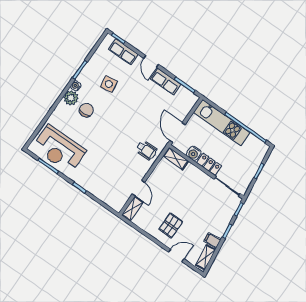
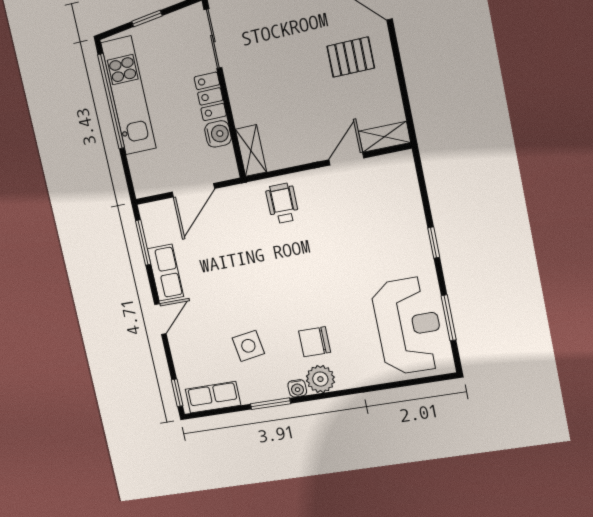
row of seats: (123, 52) -> (213, 397), moved, turned -90
kitchen unit: (222, 123) -> (128, 96), moved
door: (177, 133) -> (193, 190), moved

